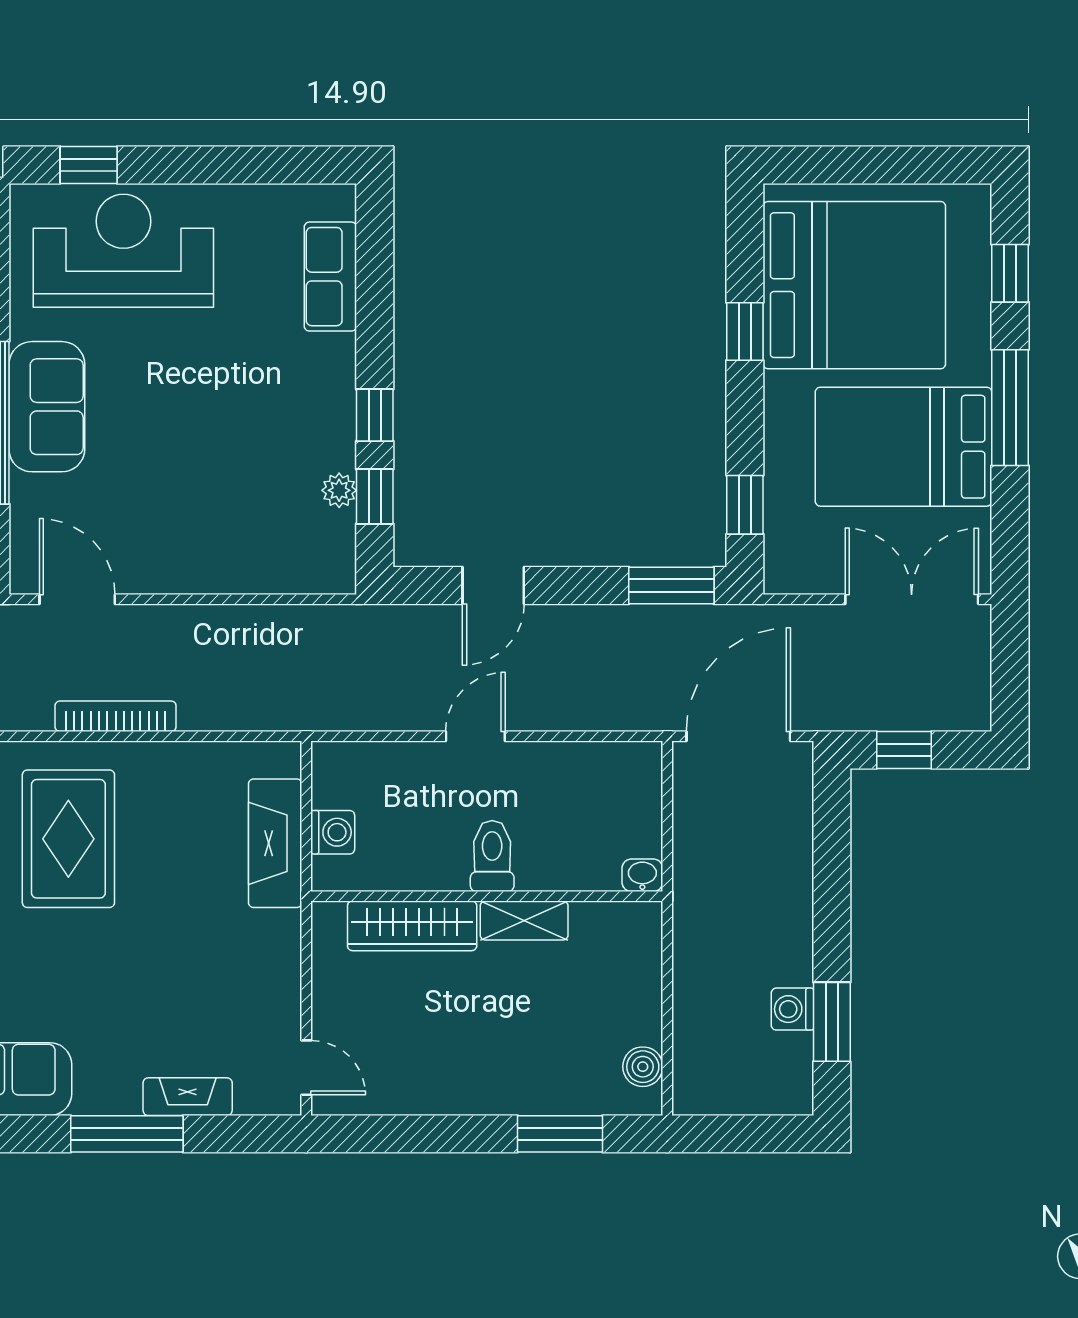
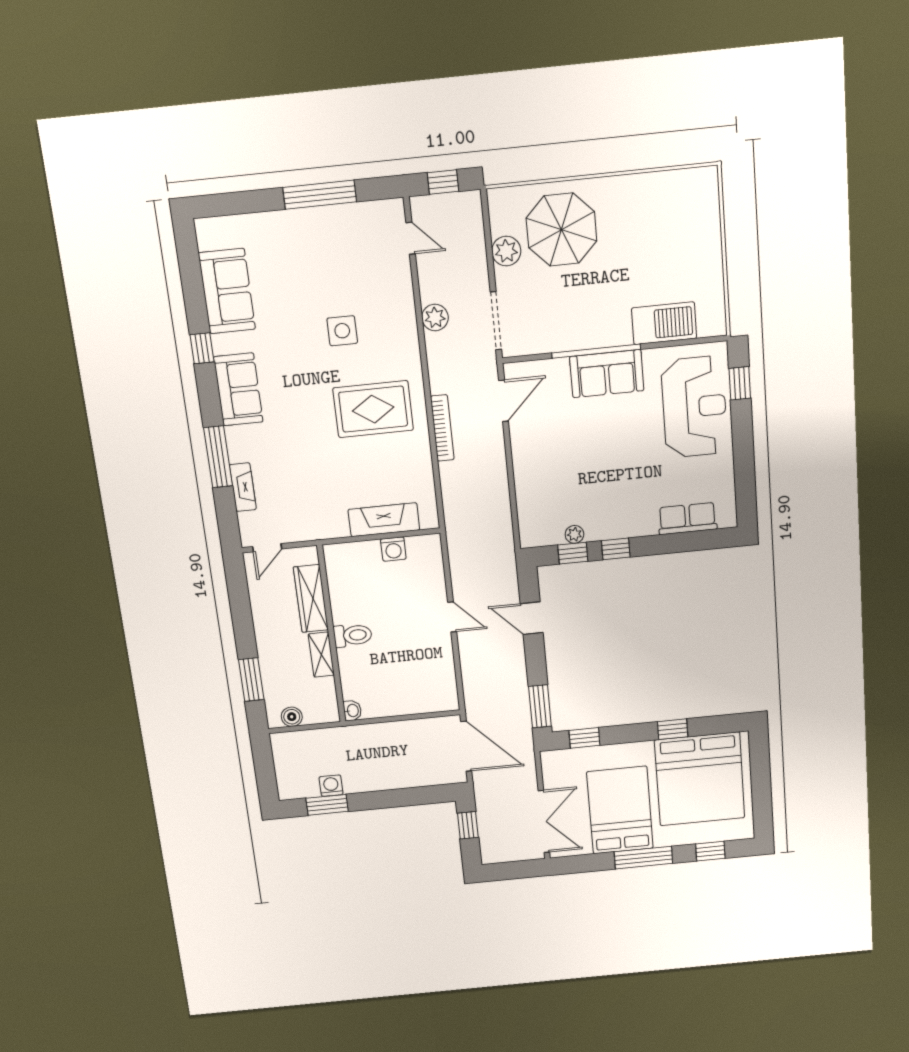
toilet: (492, 856) -> (353, 635), moved
washbasin: (642, 875) -> (352, 711), moved
wall: (487, 896) -> (331, 635), moved
shelving: (524, 920) -> (321, 655), moved
wardrobe: (412, 926) -> (311, 599), moved

